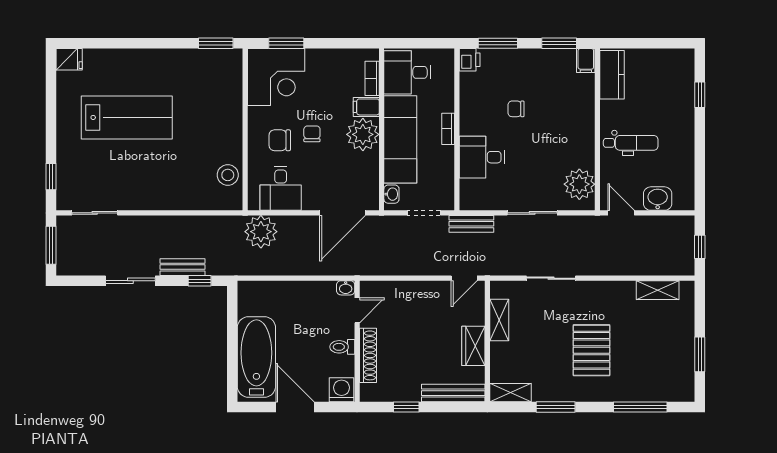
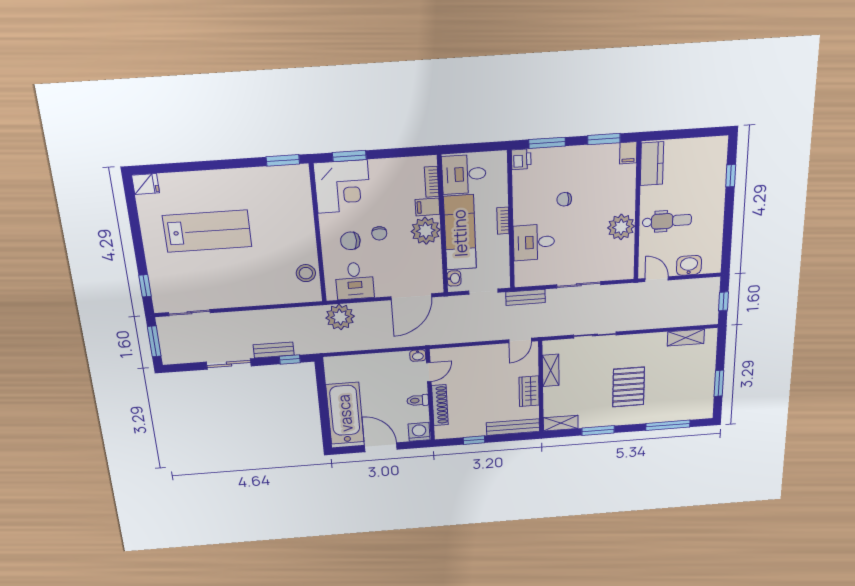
chair: (312, 134) -> (379, 233), turned 180
plant: (579, 184) -> (621, 227), moved

